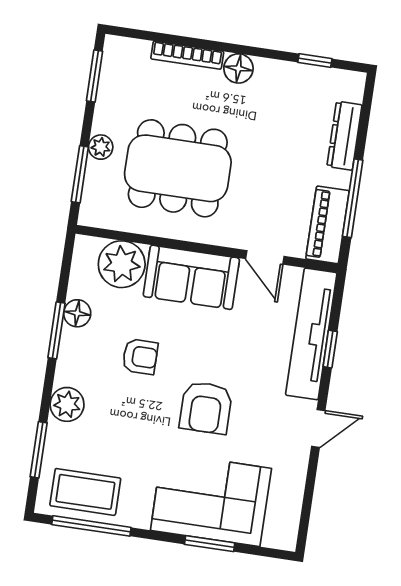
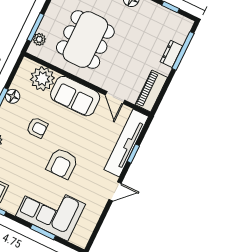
dresser: (344, 136) -> (171, 54), width x0.70
plant: (101, 147) -> (39, 39), moved
dining table: (178, 168) -> (85, 40), turned 90
window: (353, 198) -> (183, 51), moved

